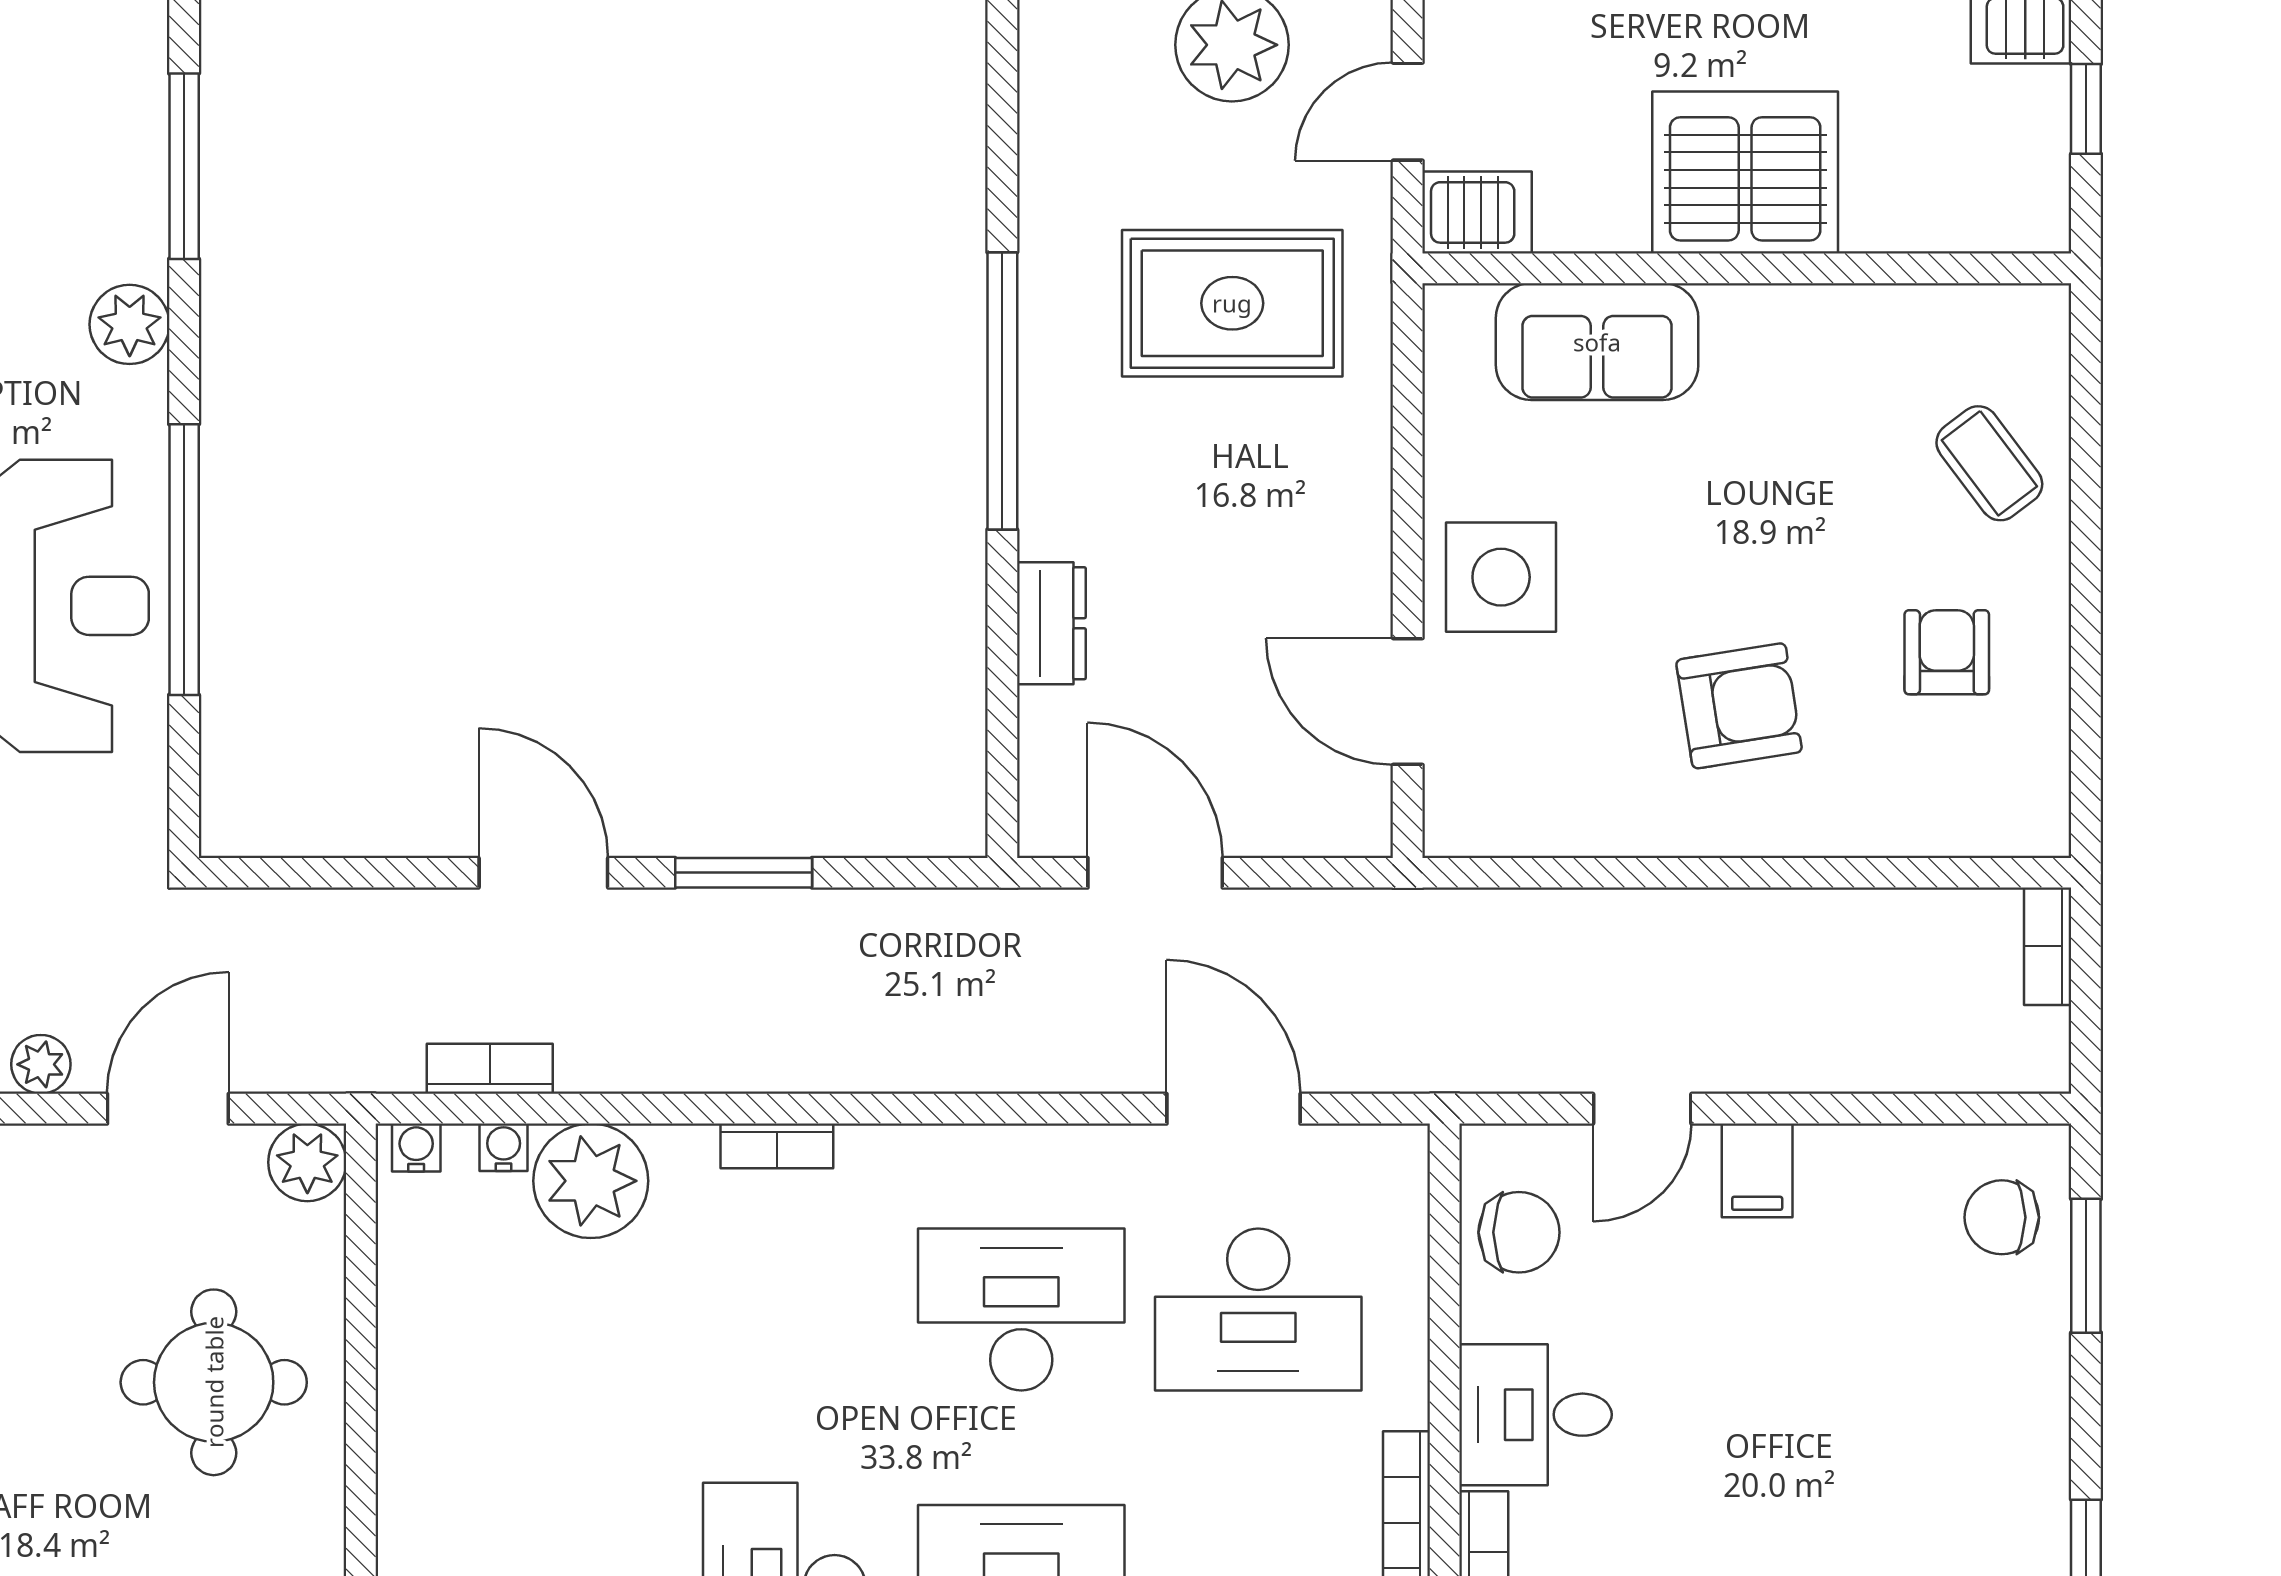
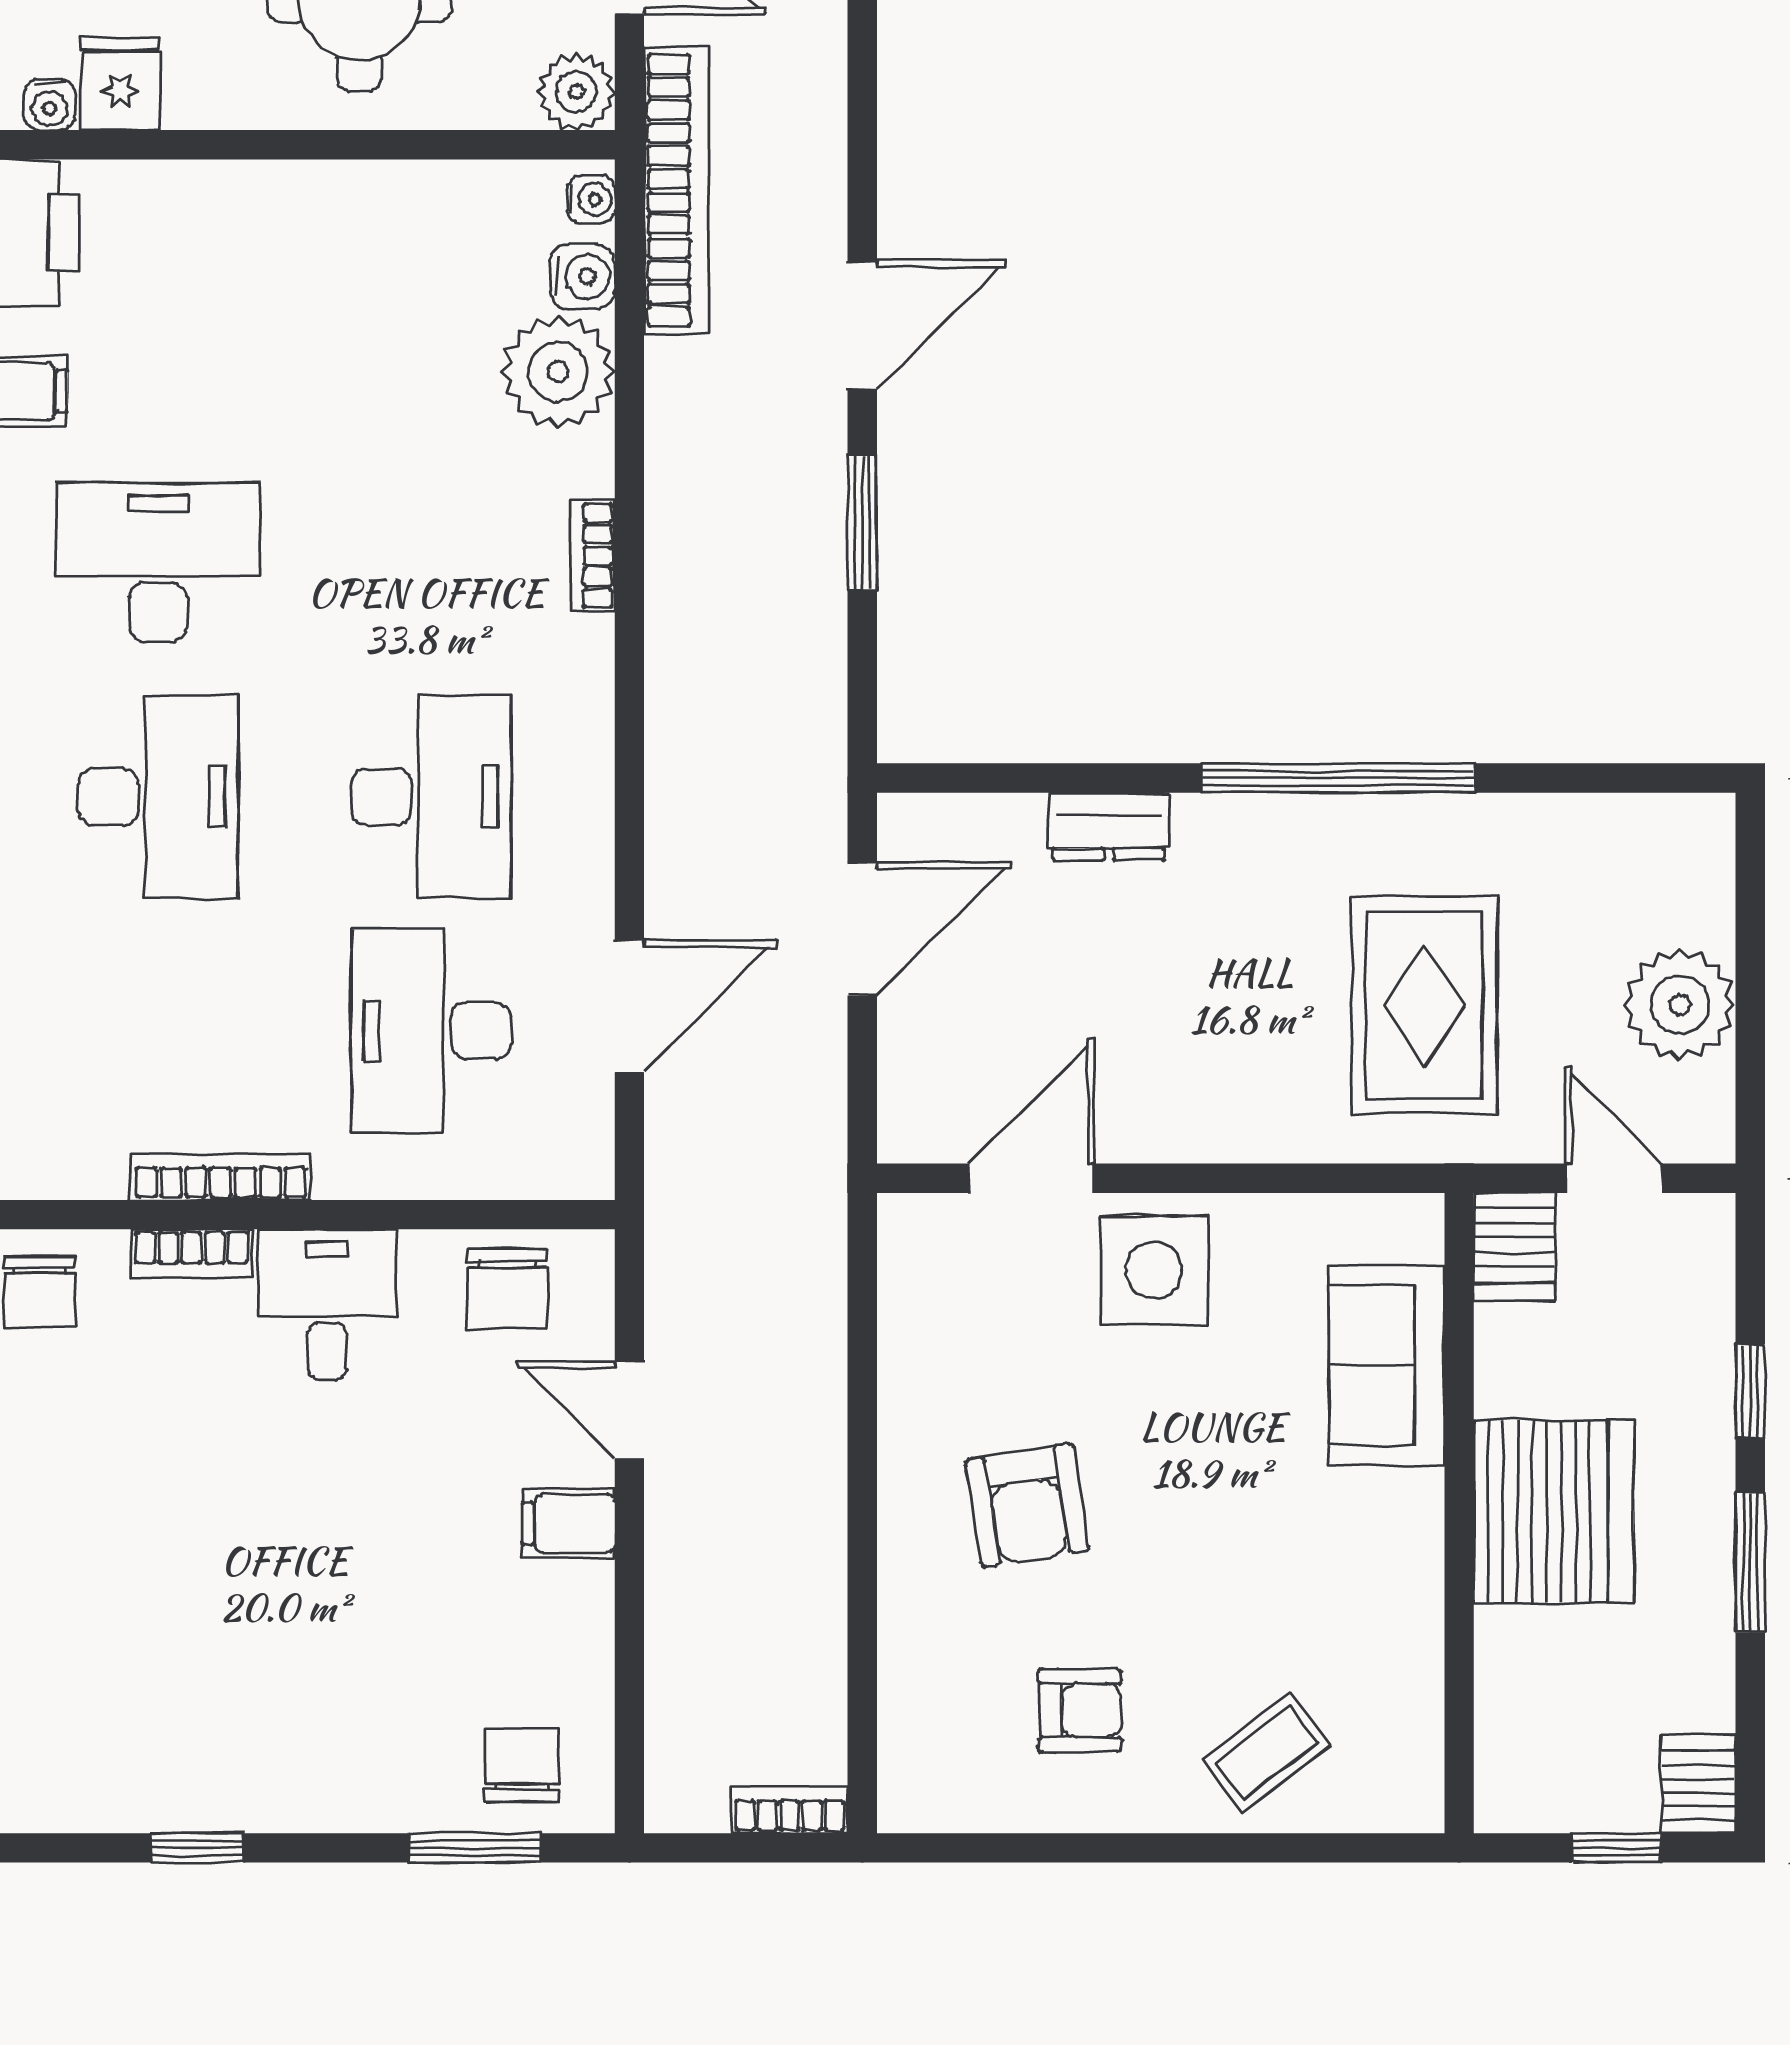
bookcase: (490, 1069) -> (677, 190), width x2.31, depth x1.31
water cooler: (504, 1147) -> (582, 277), width x1.38, depth x1.38

